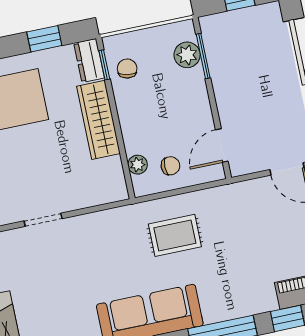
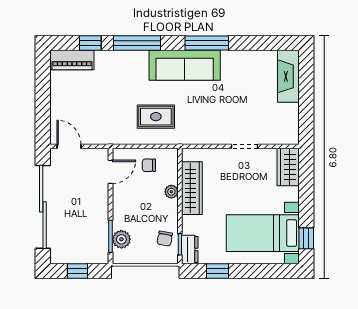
wardrobe: (98, 120) -> (192, 188), moved
plant: (138, 165) -> (171, 192), moved

